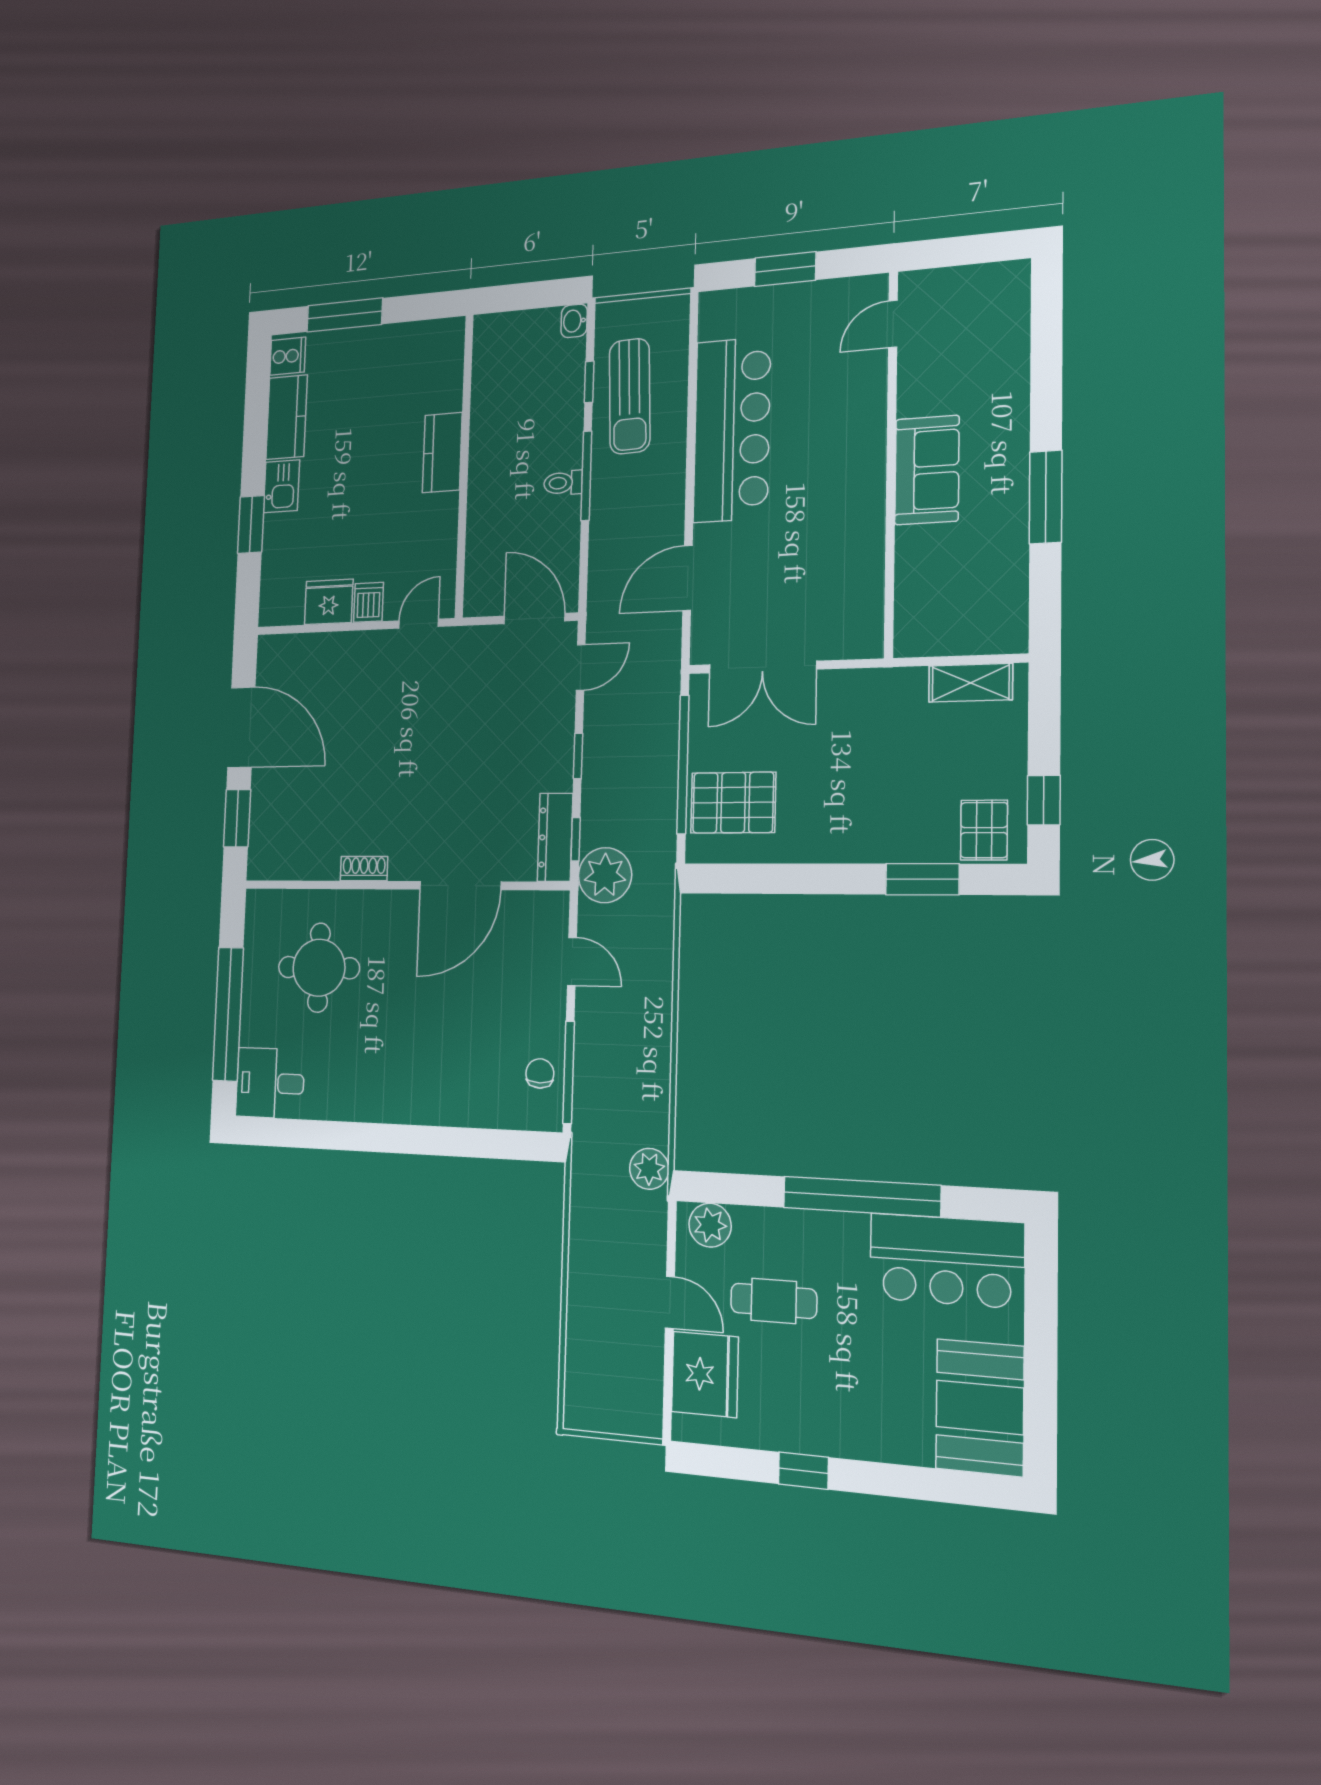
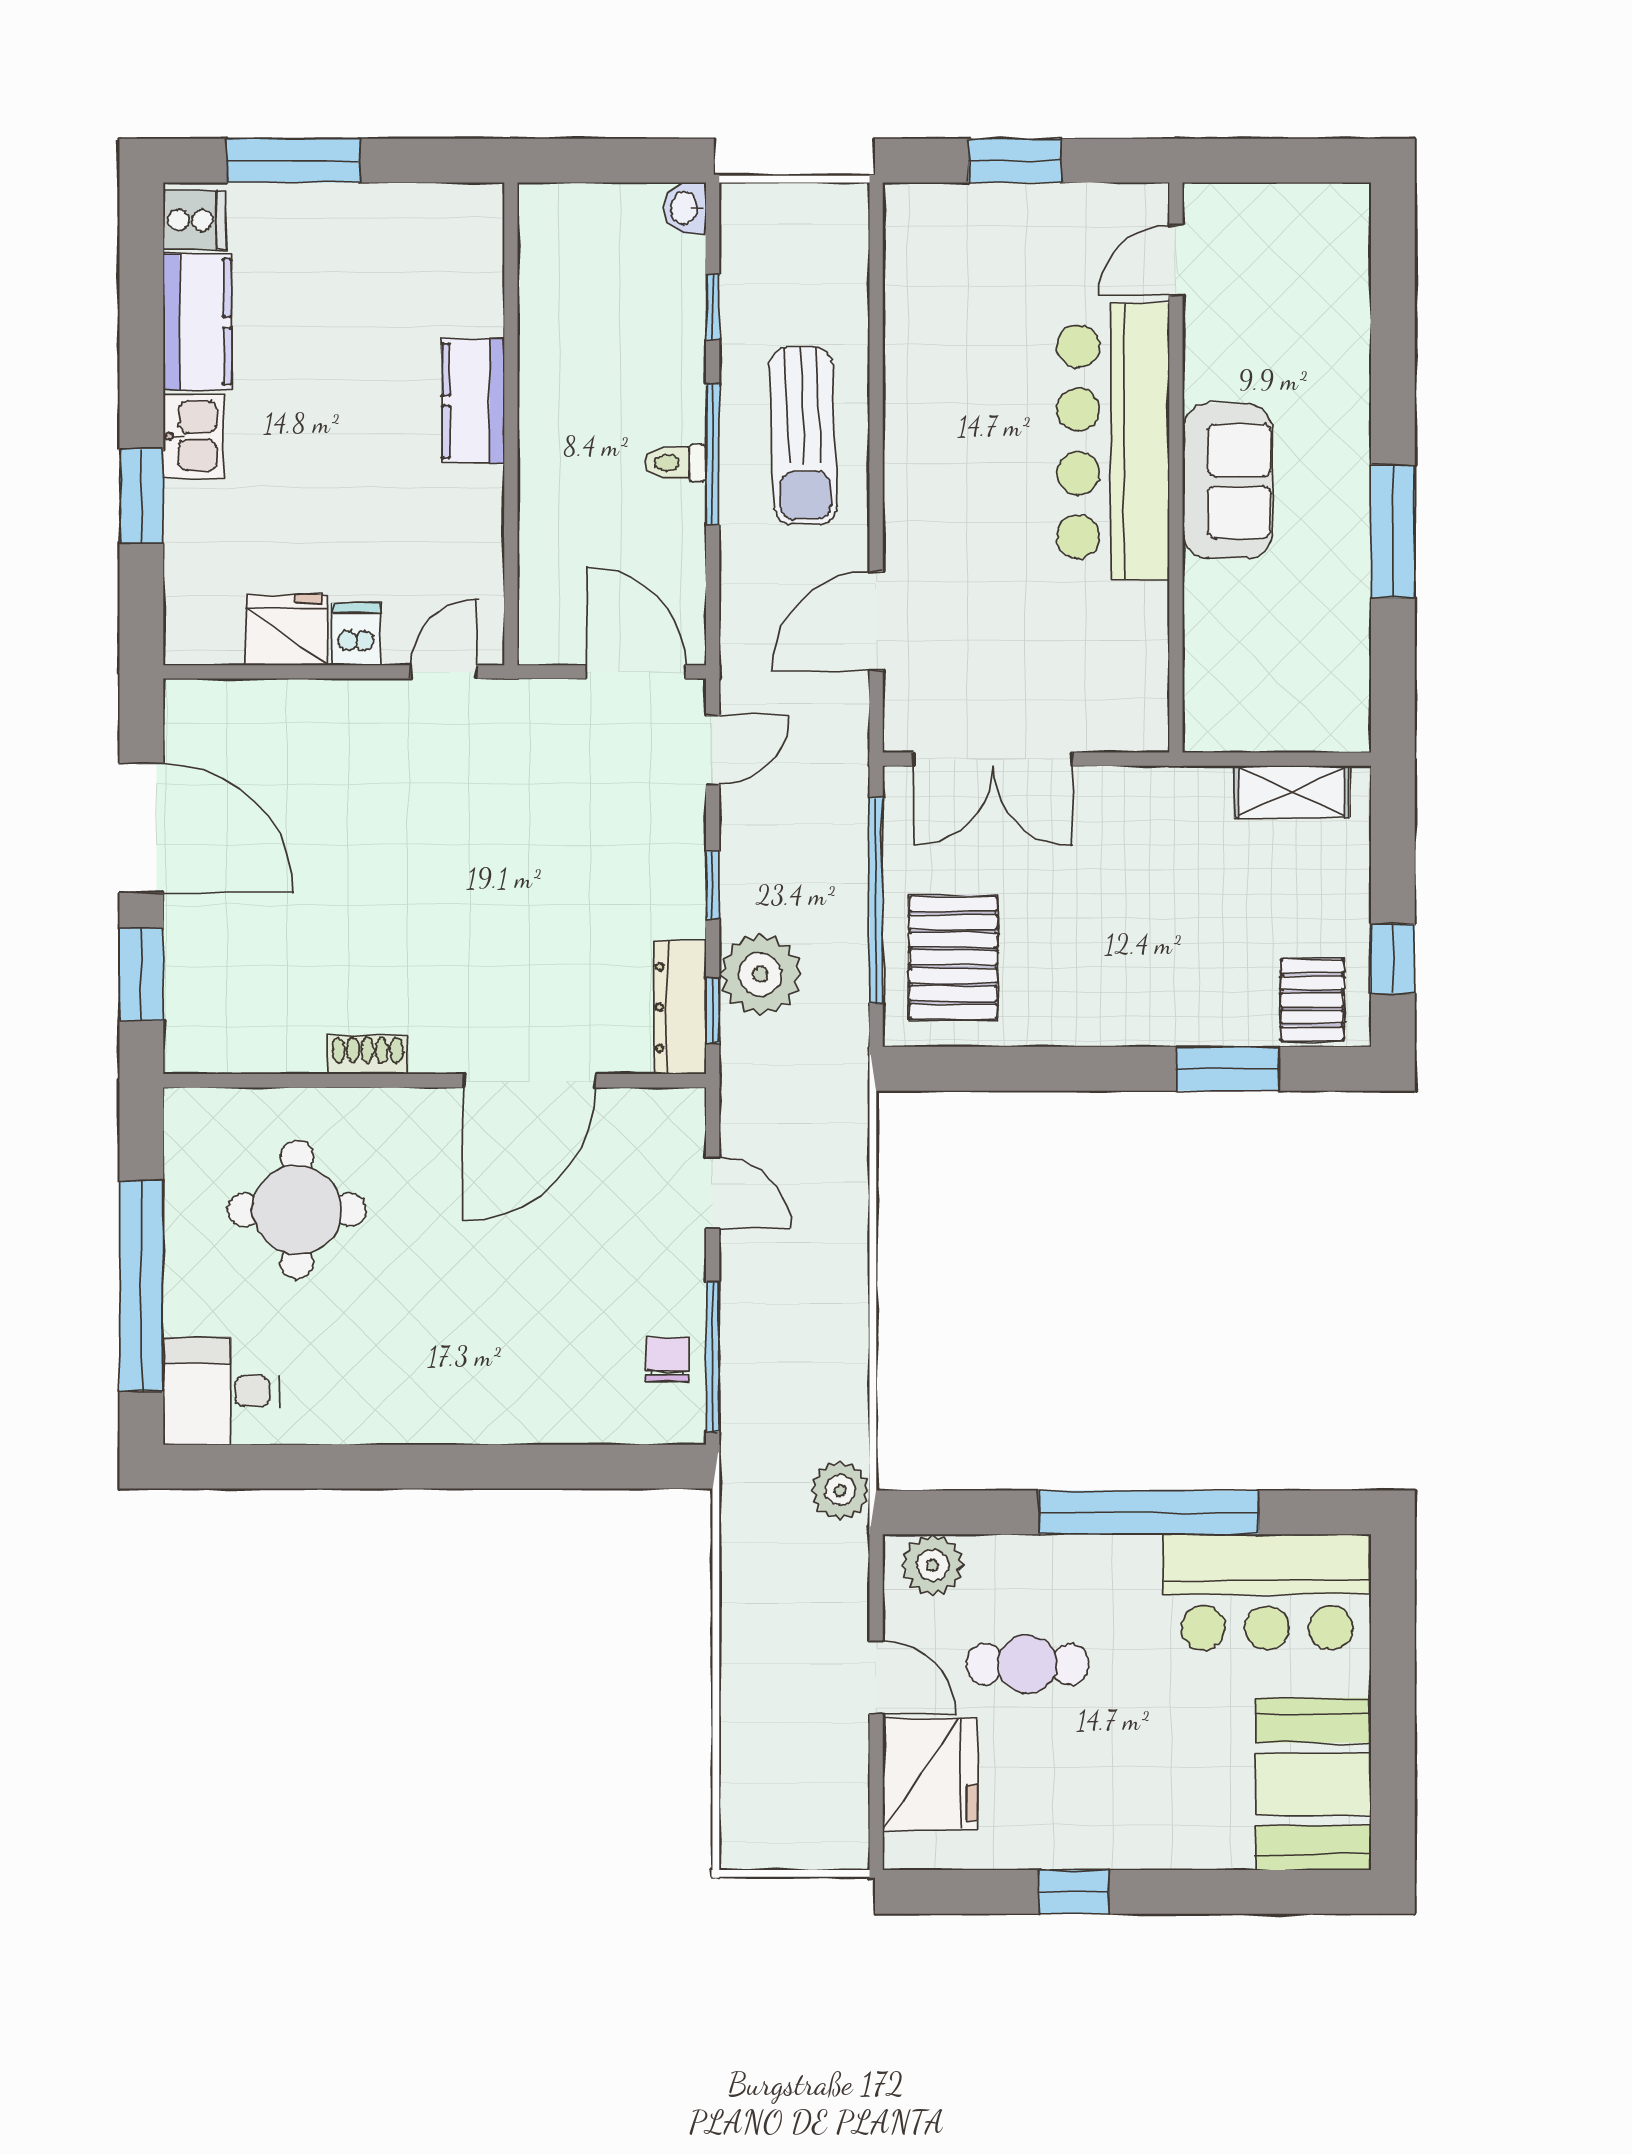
sun lounger: (630, 396) -> (803, 436), moved
bar counter: (732, 430) -> (1113, 441), moved, turned 180
pallet: (733, 803) -> (953, 958), turned 90
plant: (605, 875) -> (760, 974), moved

